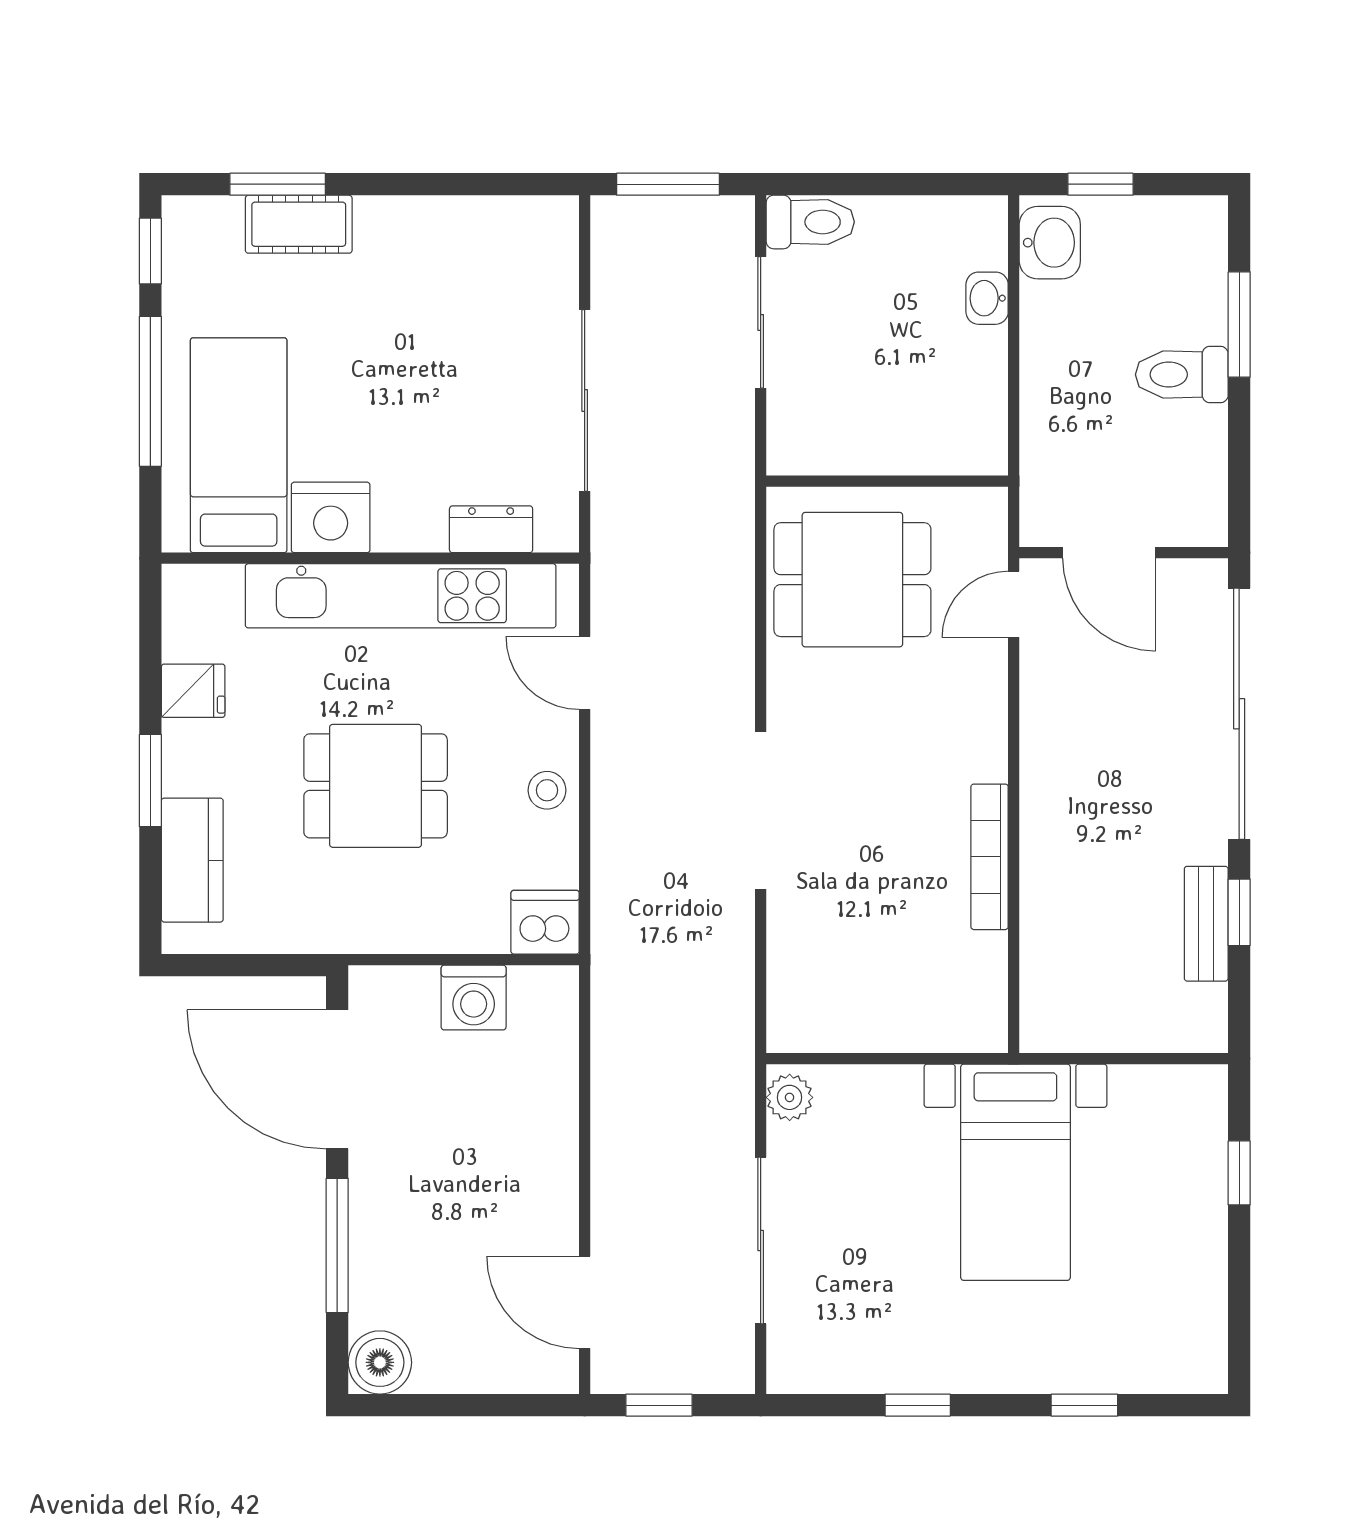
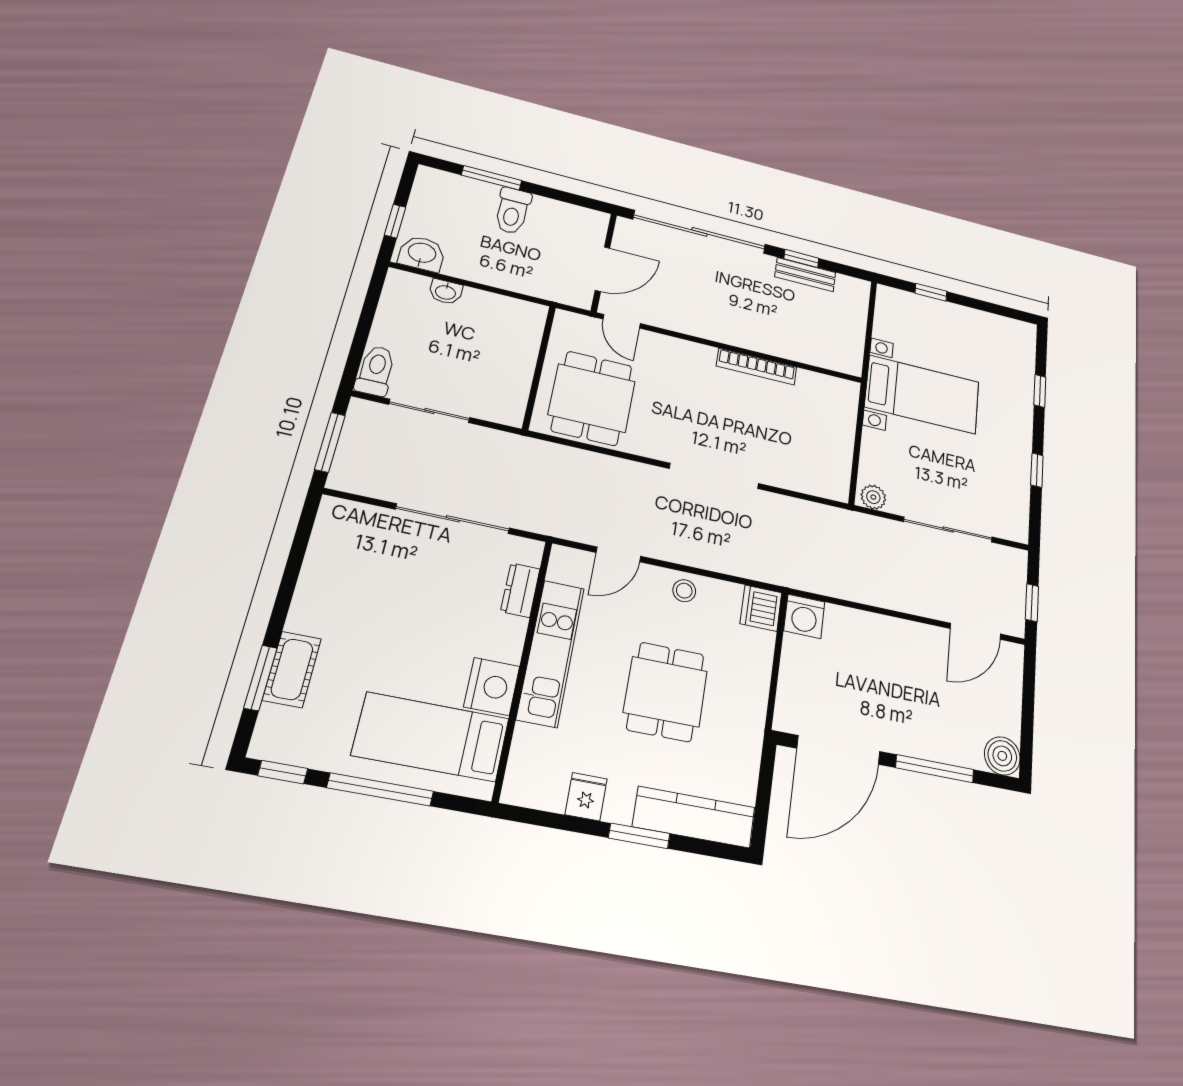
kitchen unit: (401, 596) -> (551, 653), width x0.73
kitchen counter: (192, 860) -> (694, 817), width x1.50
washing machine: (474, 998) -> (804, 616), moved, turned 90

